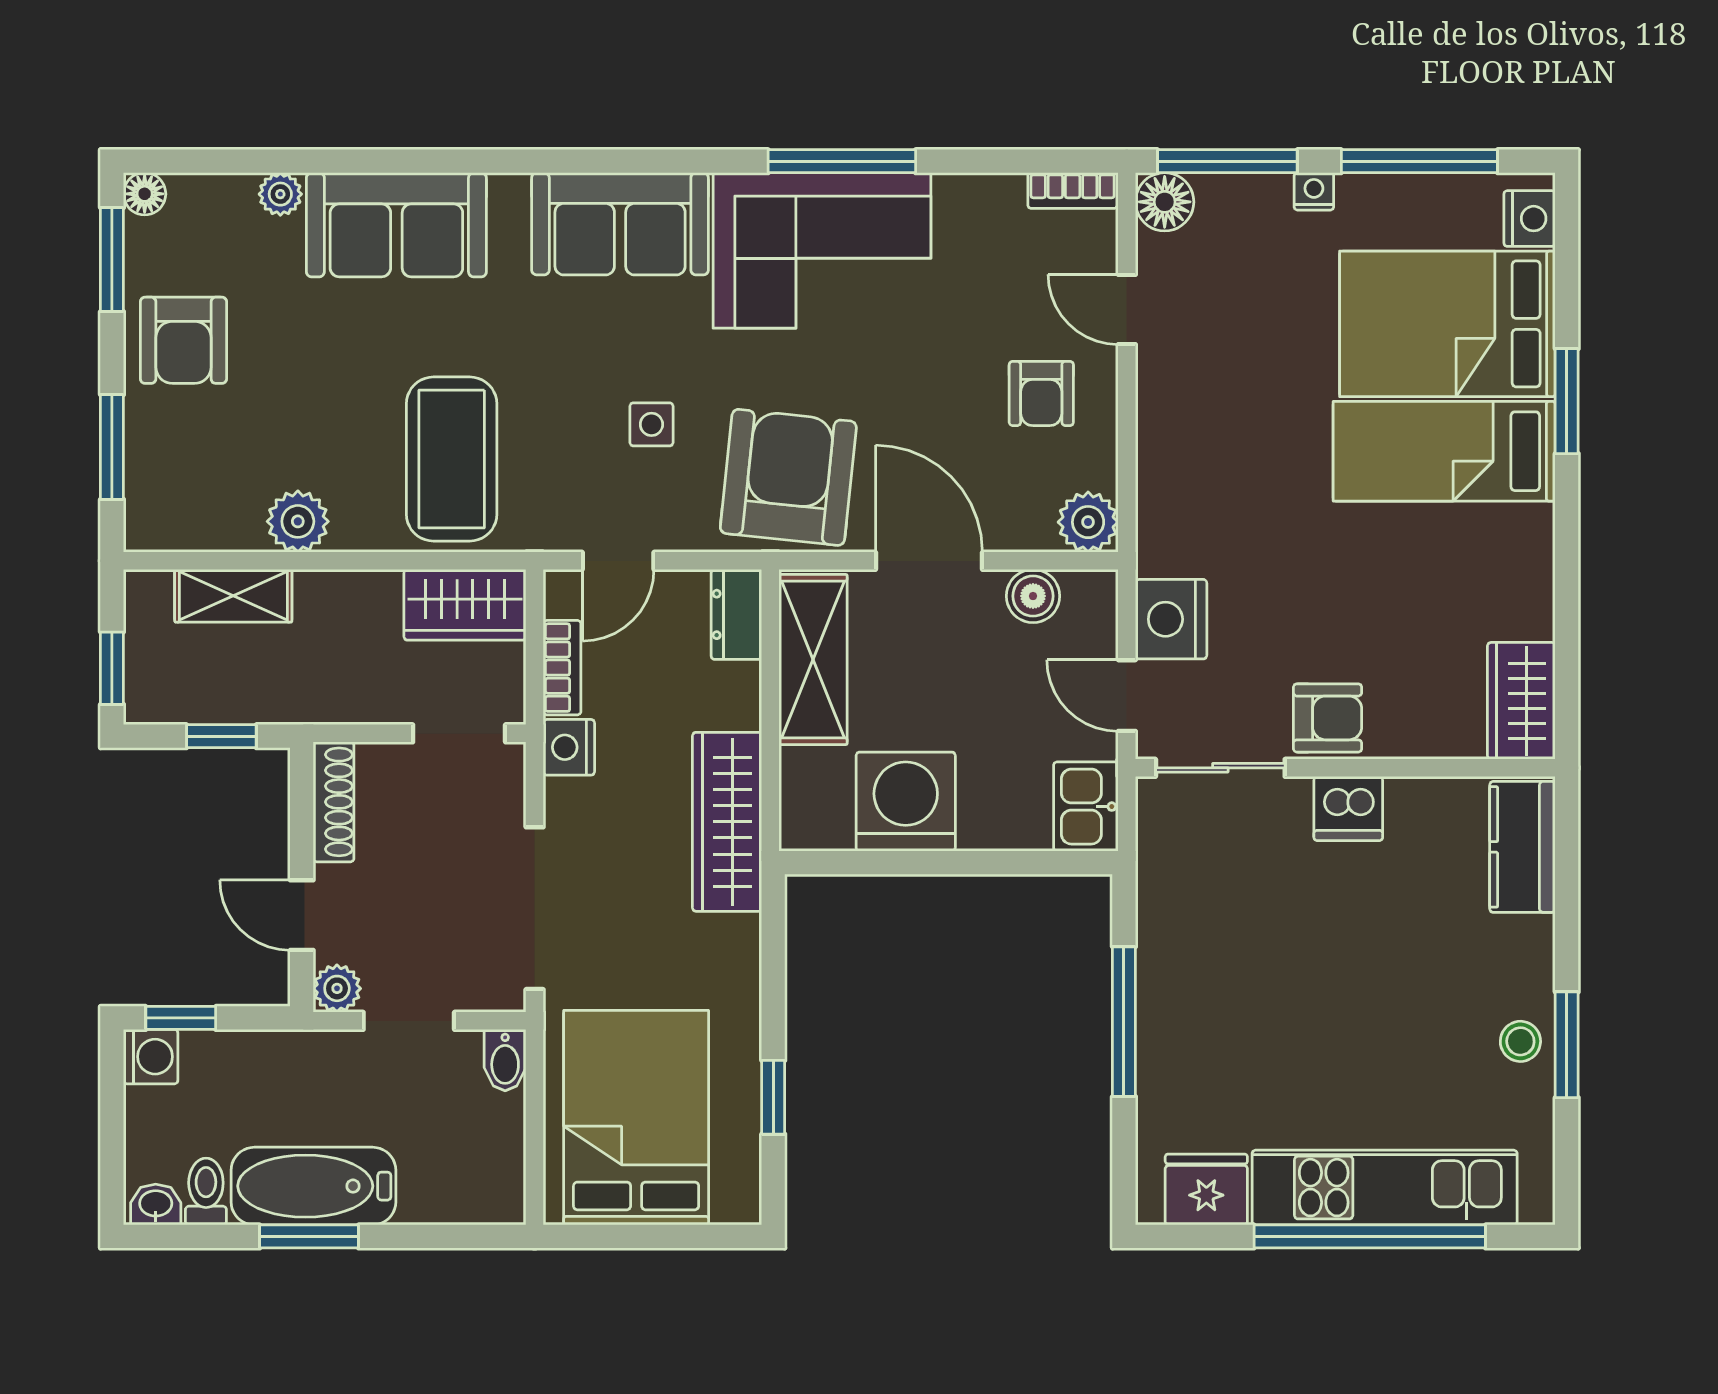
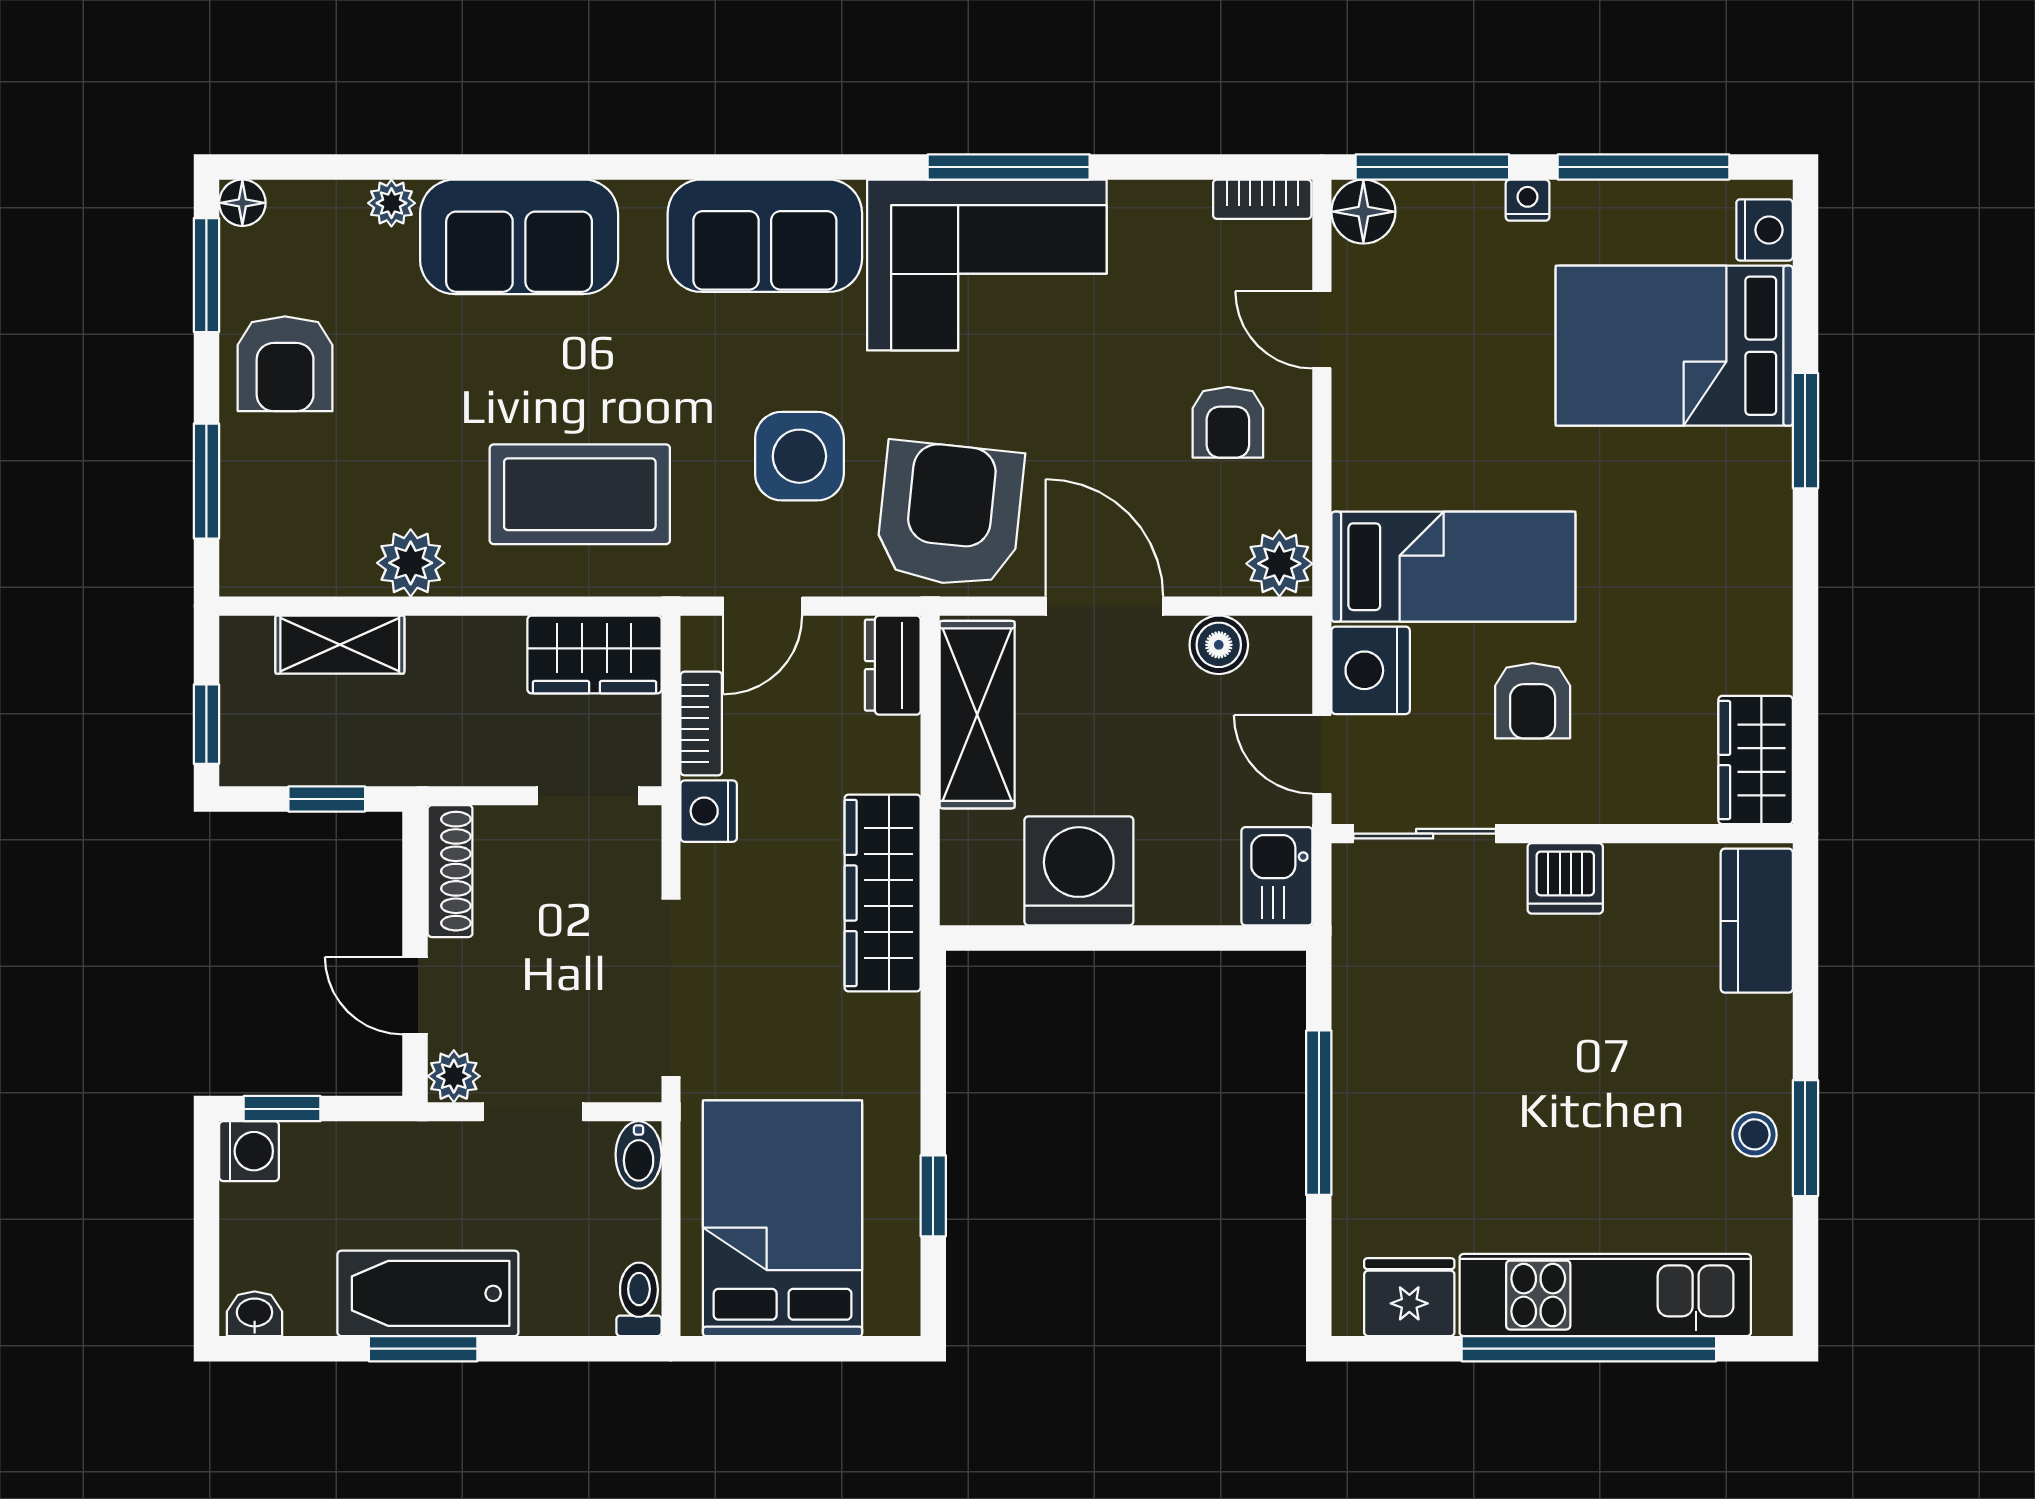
side table: (651, 424) -> (799, 456), width x1.87, depth x1.87
bed: (1444, 451) -> (1453, 567), moved, turned 180
coffee table: (452, 459) -> (580, 494), turned 90
armchair: (1328, 718) -> (1533, 701), moved, turned 90
toilet: (206, 1191) -> (639, 1299), moved

